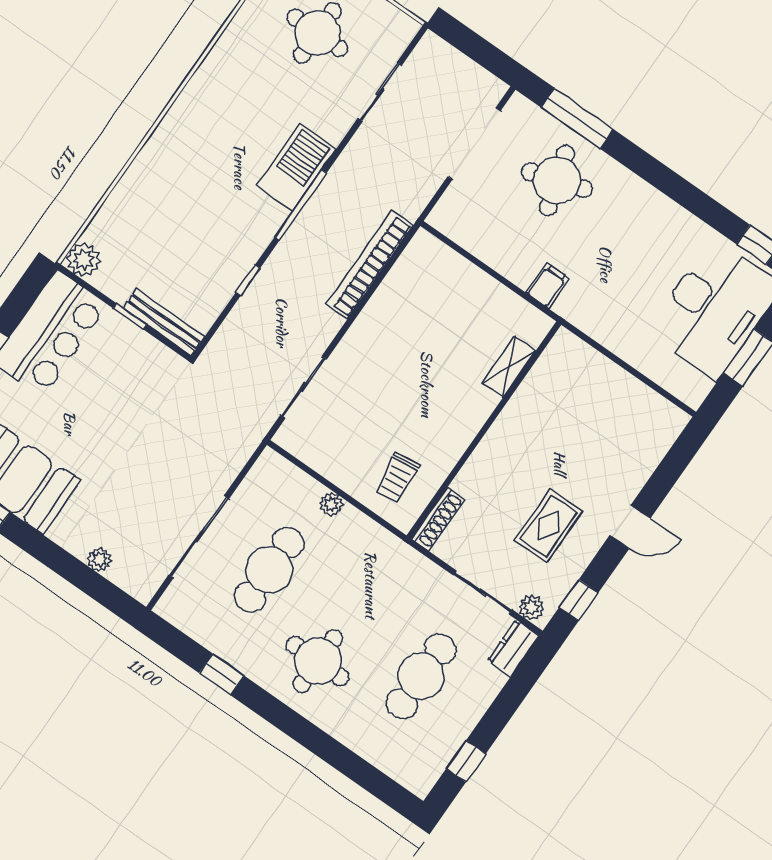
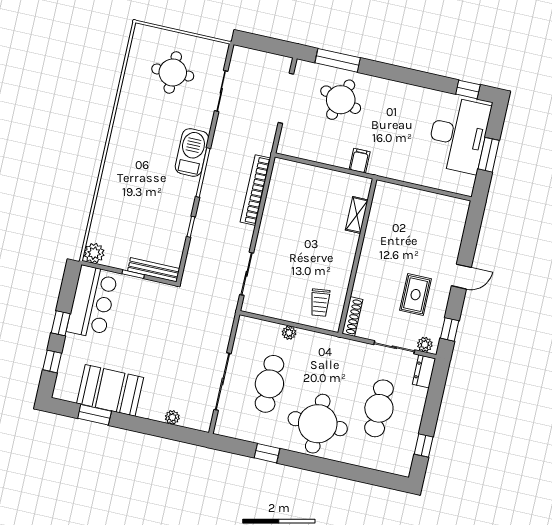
round table: (557, 180) -> (341, 100), turned 35
round table: (318, 661) -> (318, 424), width x1.36, depth x1.36

